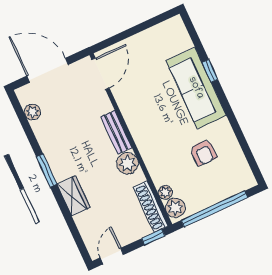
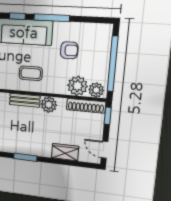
window: (229, 112) -> (52, 18), added
coffee table: (152, 122) -> (31, 73), added
plant: (165, 192) -> (78, 86), width x1.87, depth x1.87
wardrobe: (74, 196) -> (65, 152), moved

